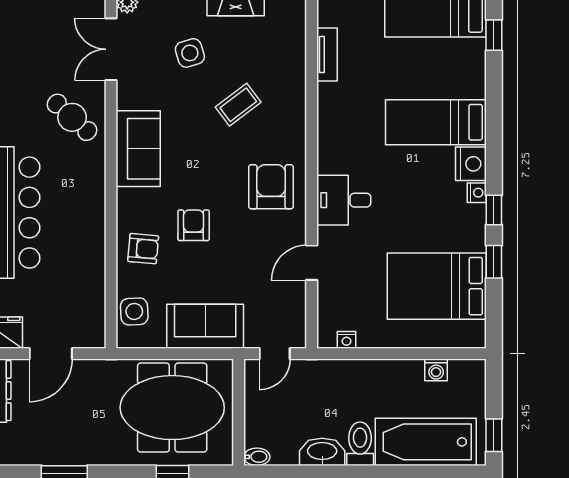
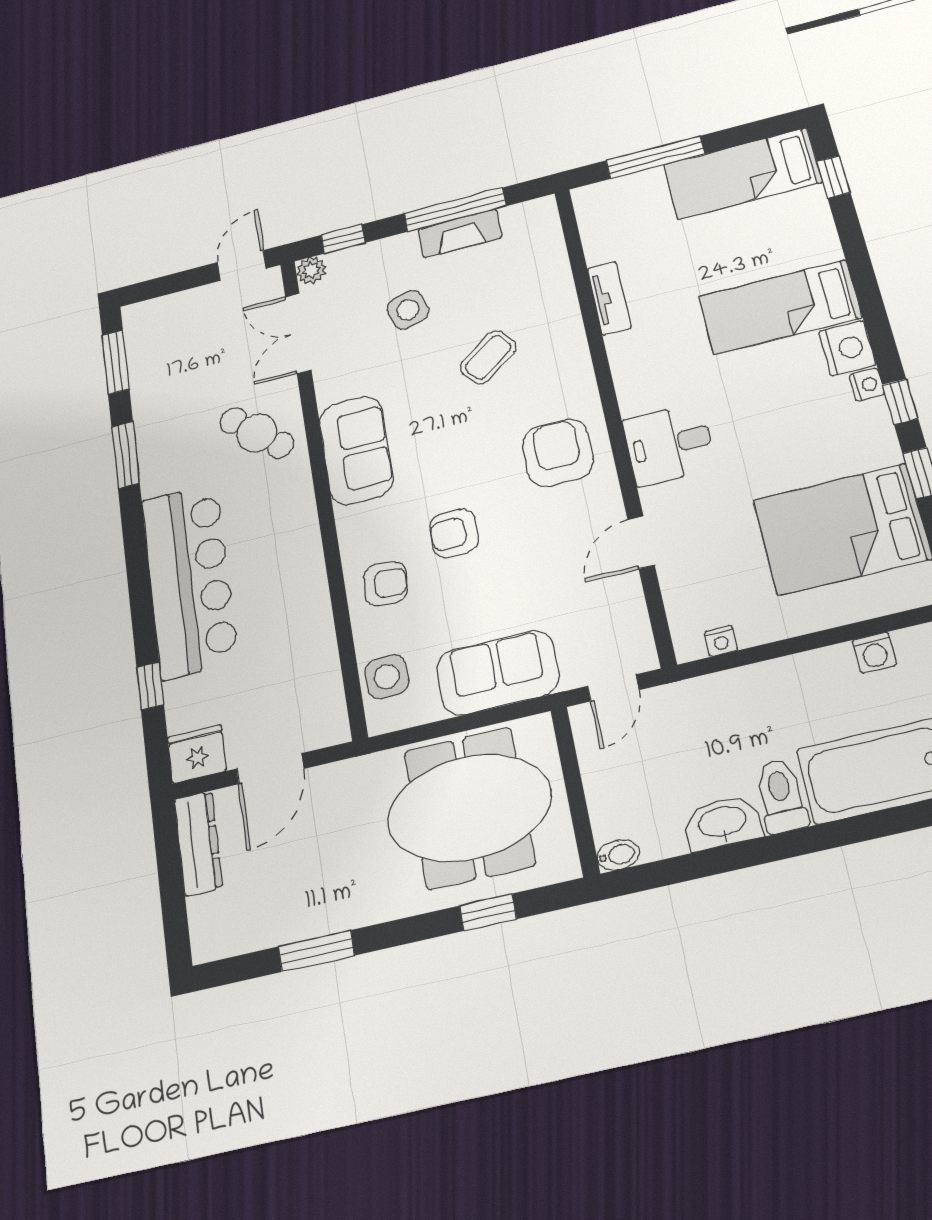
tv unit: (327, 54) -> (609, 298), moved
armchair: (194, 225) -> (454, 533), turned -90

